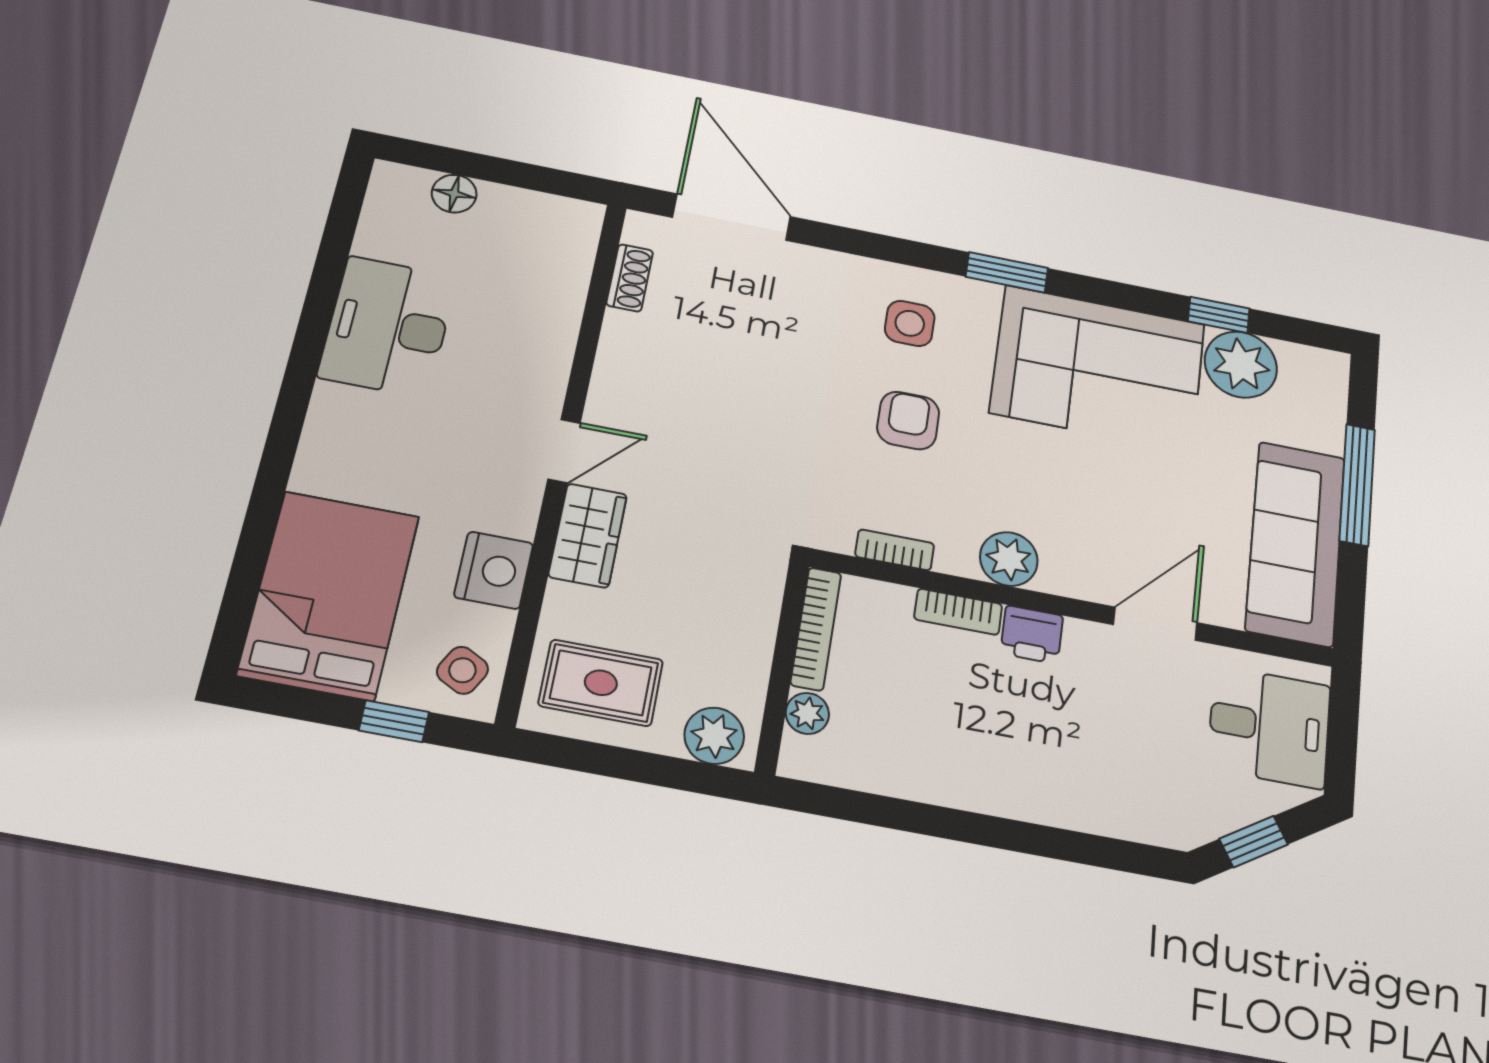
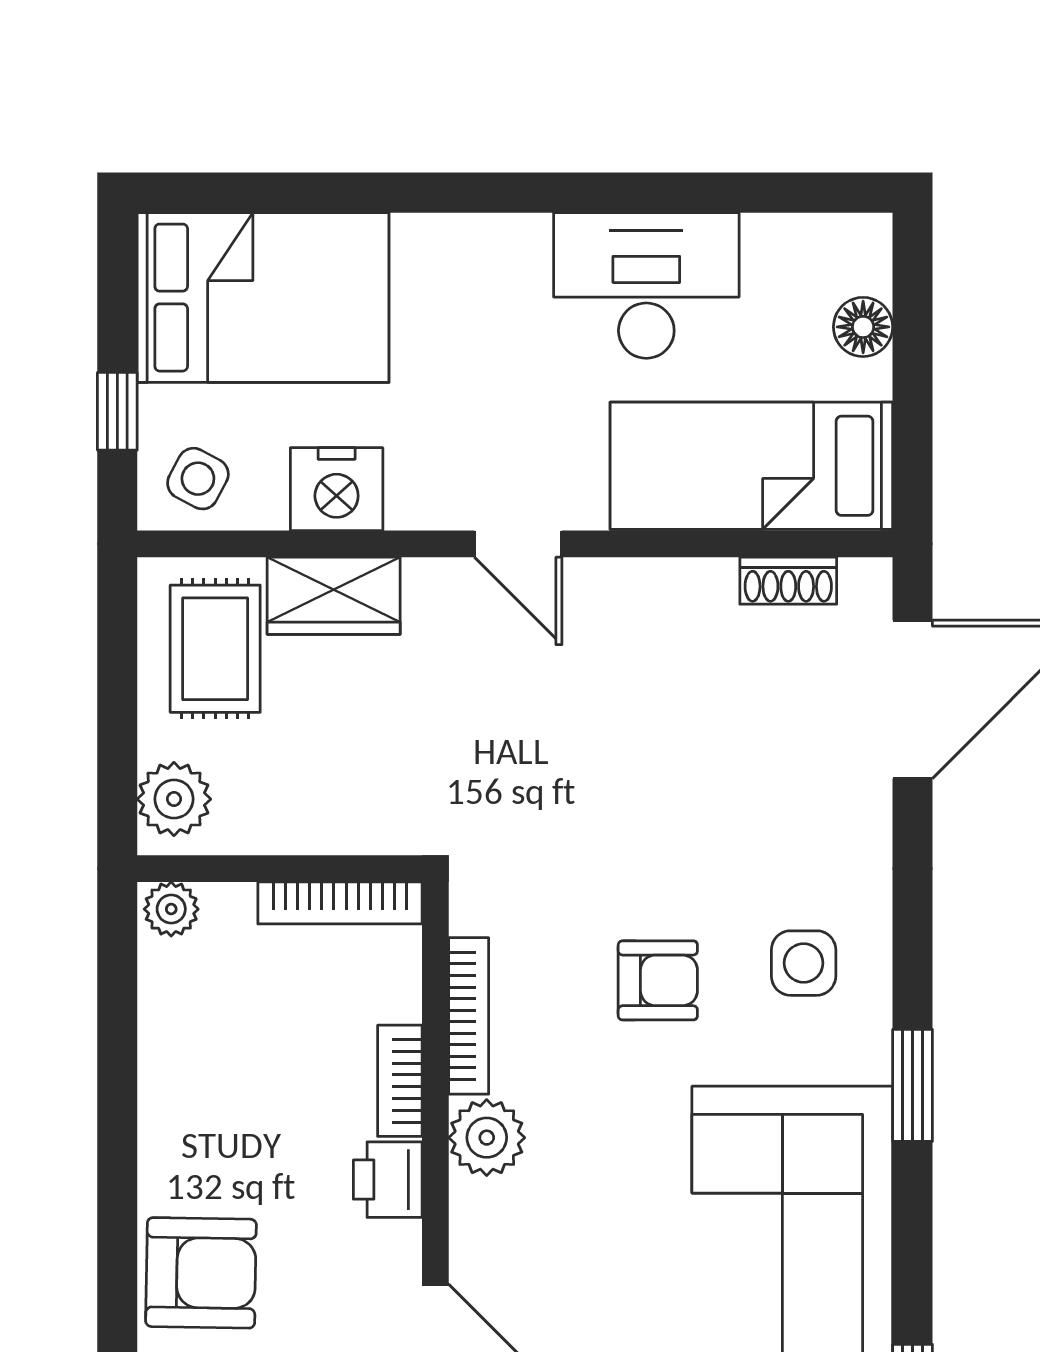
bed: (540, 285) -> (751, 466), added
wardrobe: (588, 535) -> (334, 596), moved
bookcase: (895, 550) -> (469, 1016), width x1.56
plant: (807, 713) -> (171, 909), moved
armchair: (1088, 784) -> (201, 1273), added

